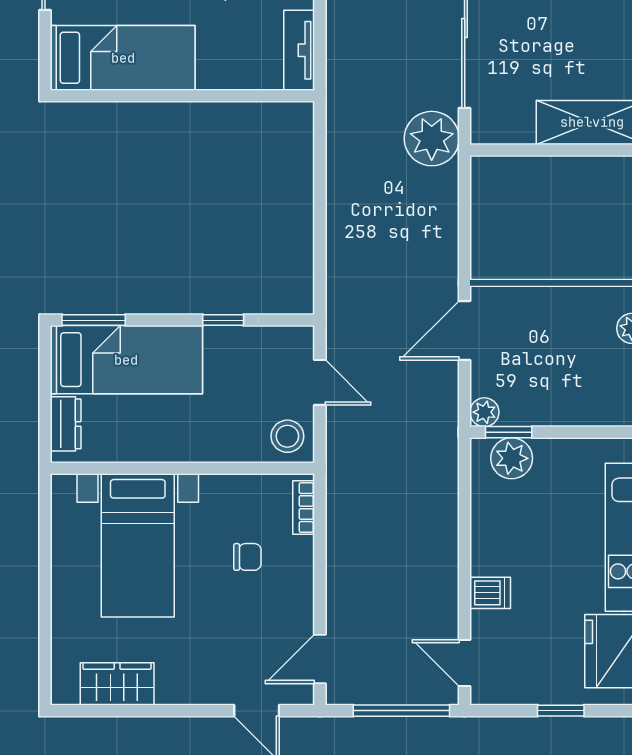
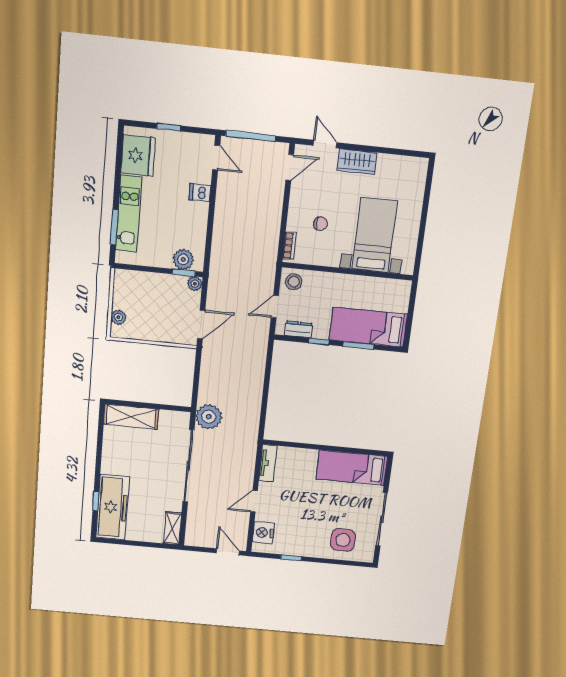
window: (94, 320) -> (358, 345), moved
door: (320, 382) -> (275, 307), hinge flipped
dresser: (66, 424) -> (299, 329), moved, turned 90
chair: (247, 557) -> (320, 224), turned 180
wardrobe: (117, 684) -> (357, 162), moved

